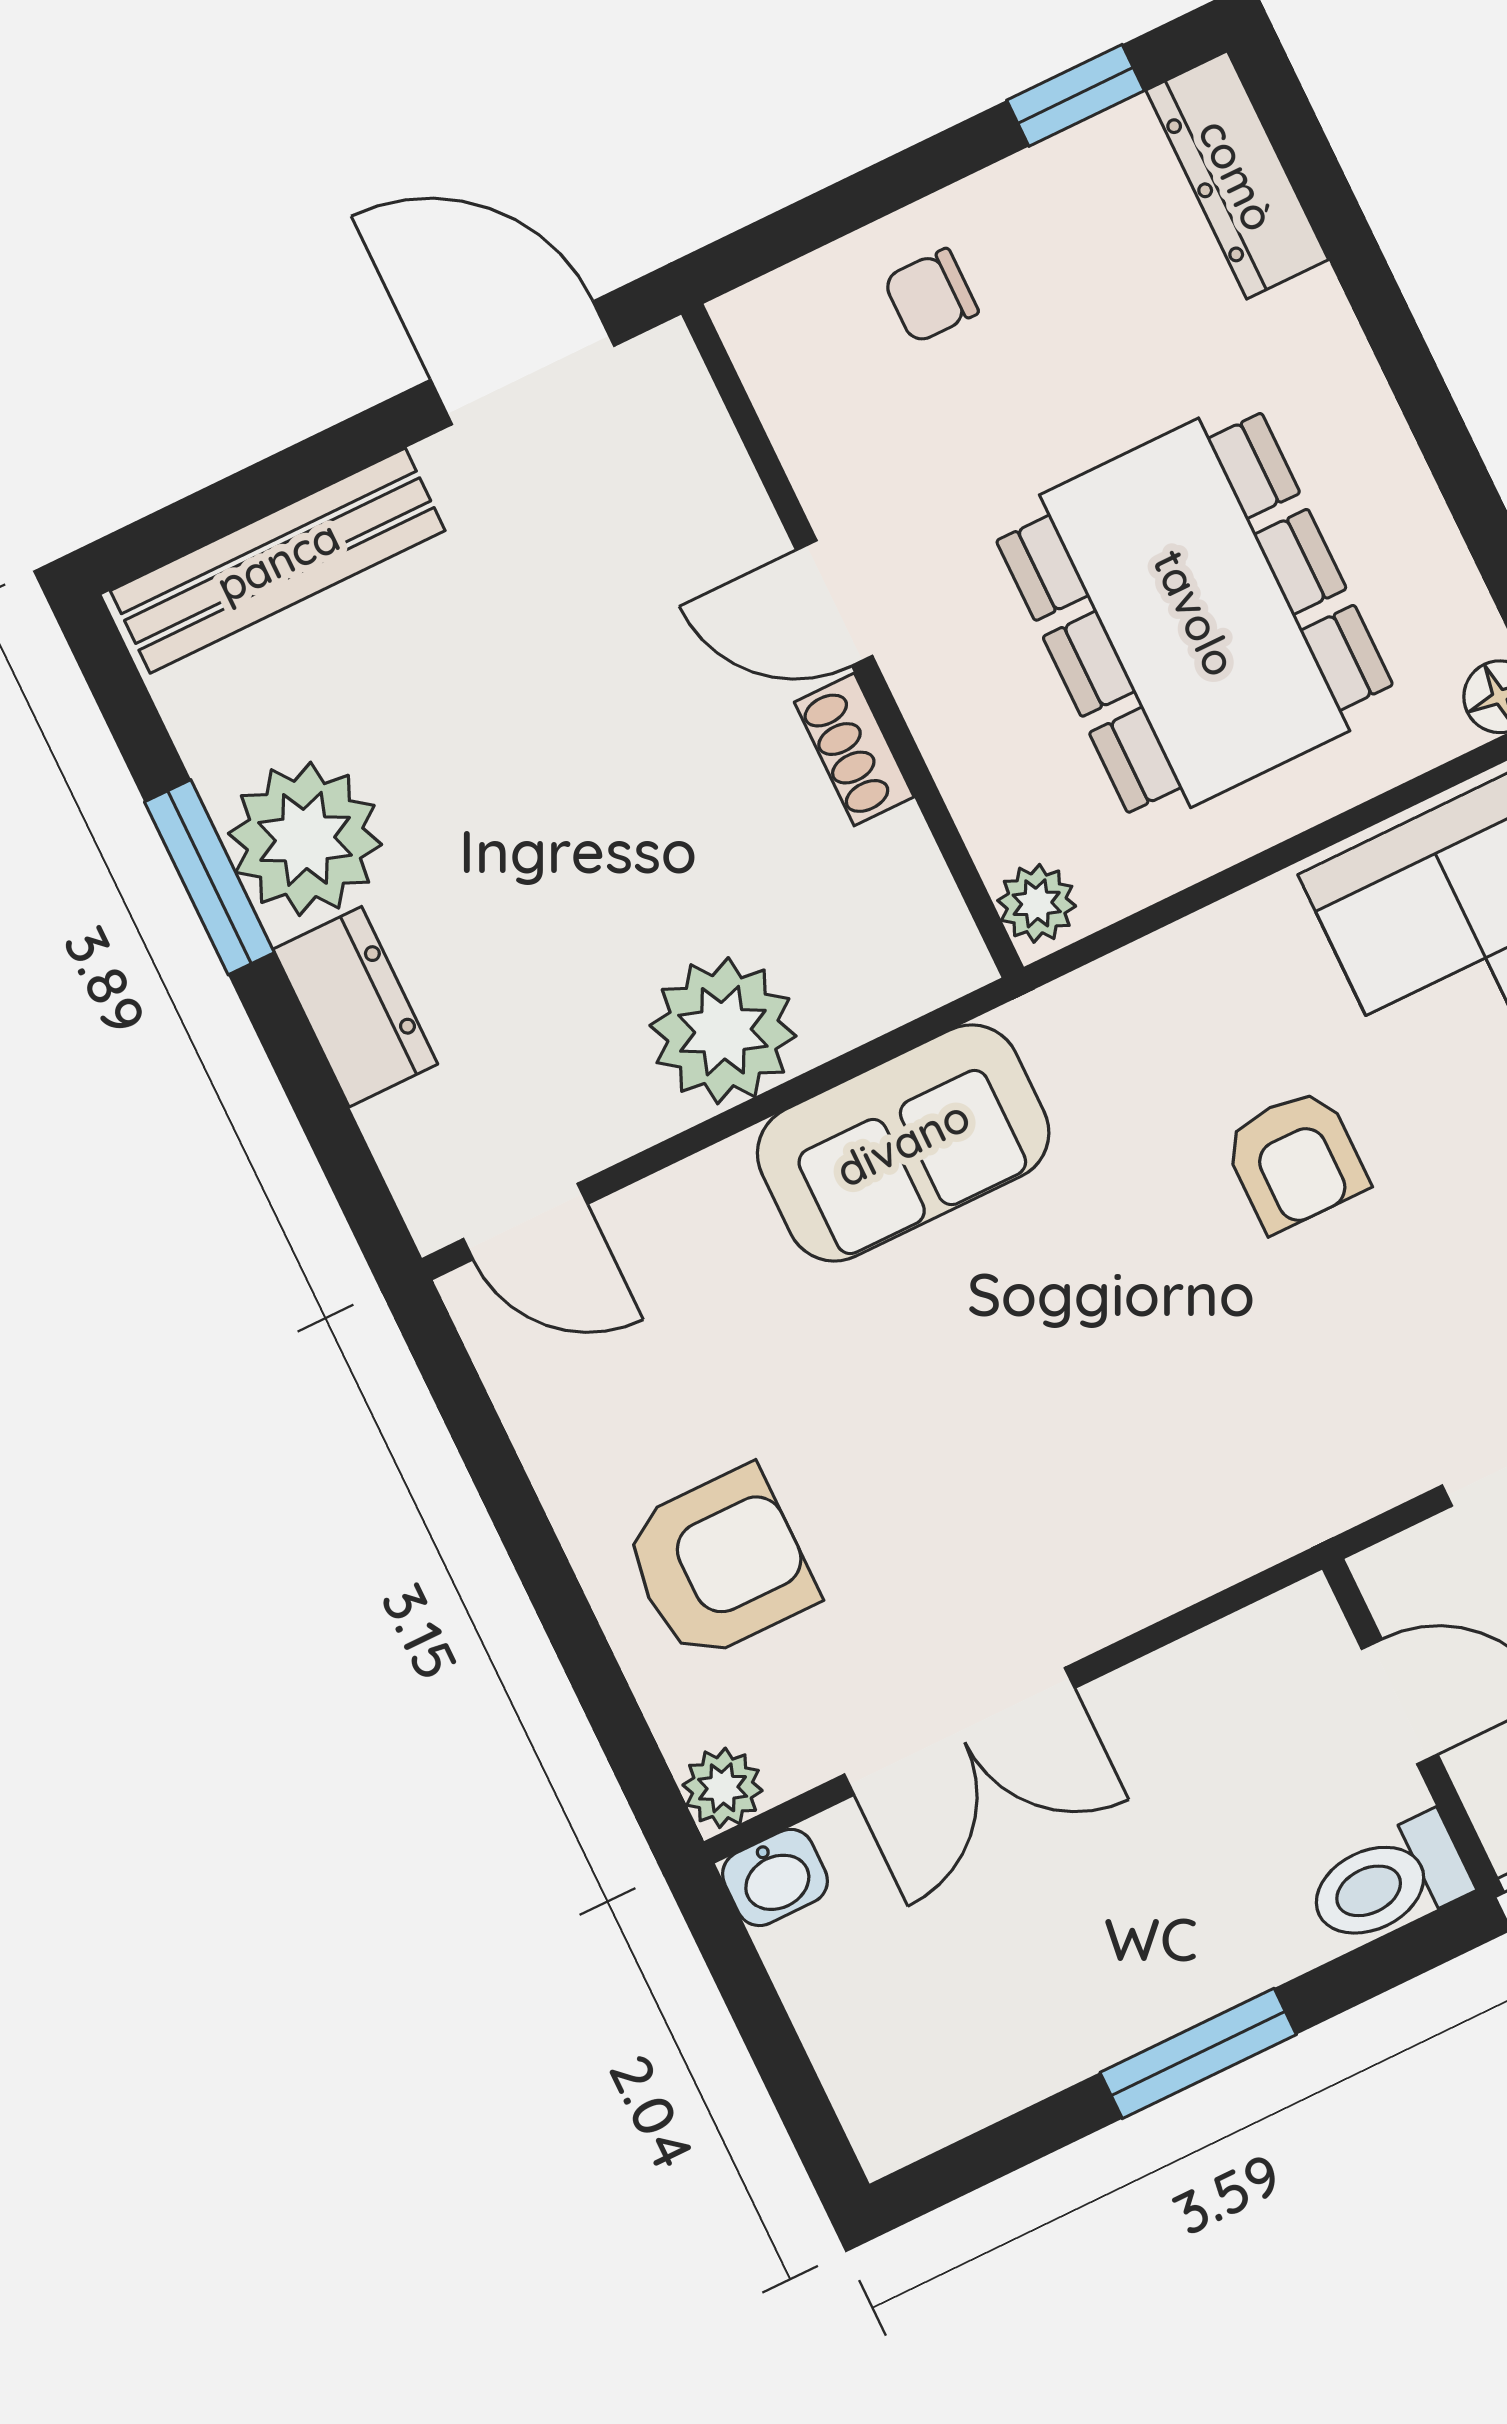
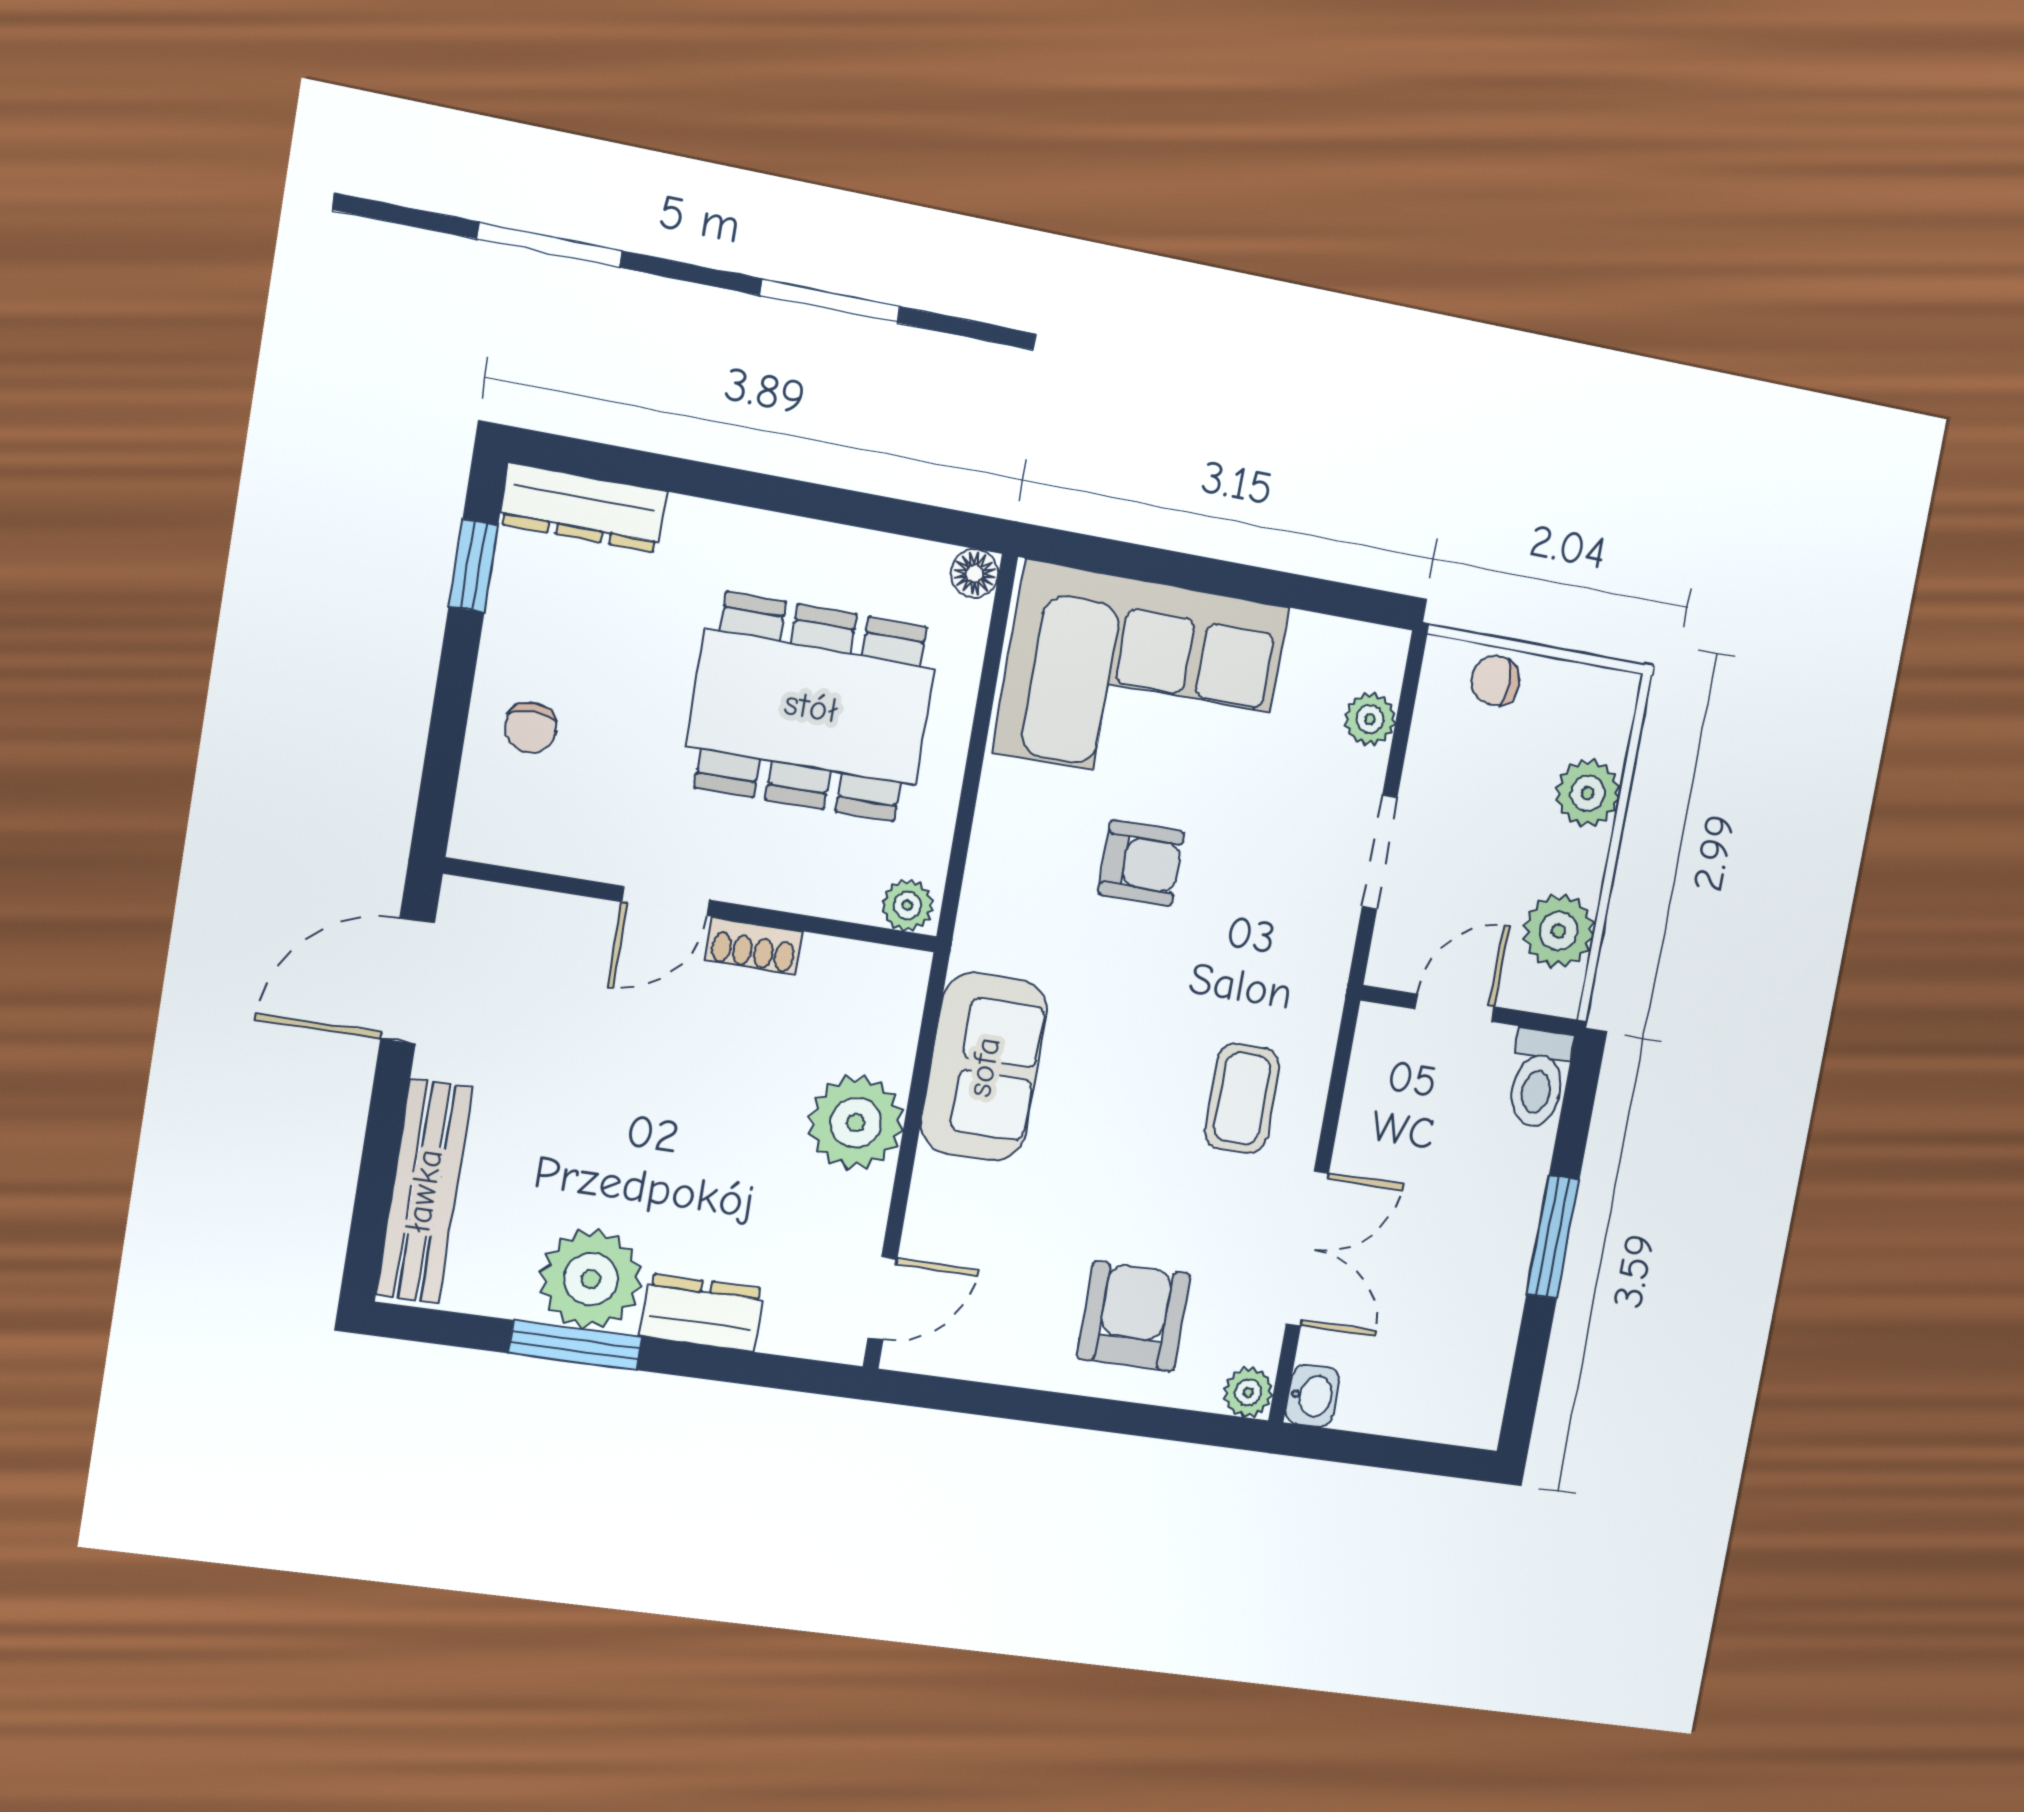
coffee table: (1091, 1505) -> (1242, 1099), added

